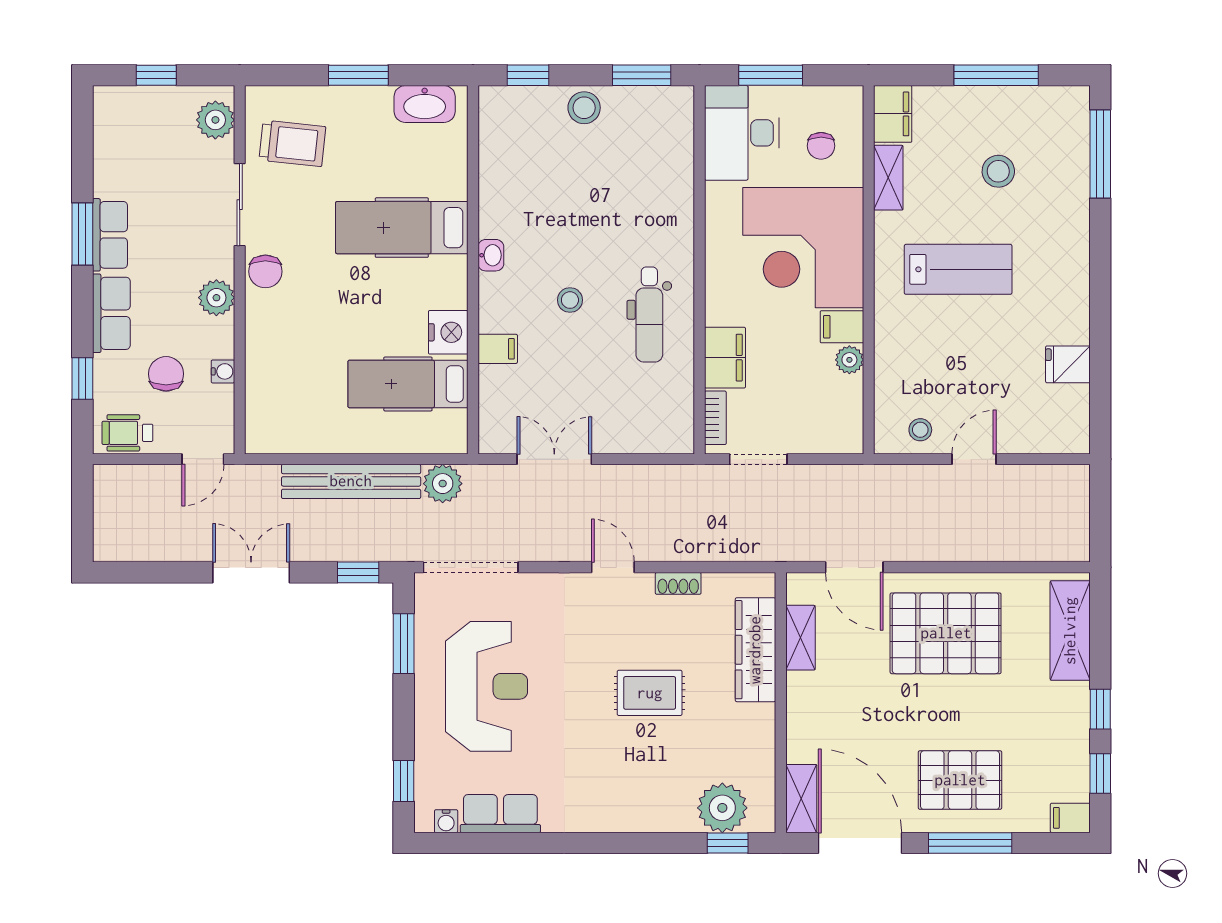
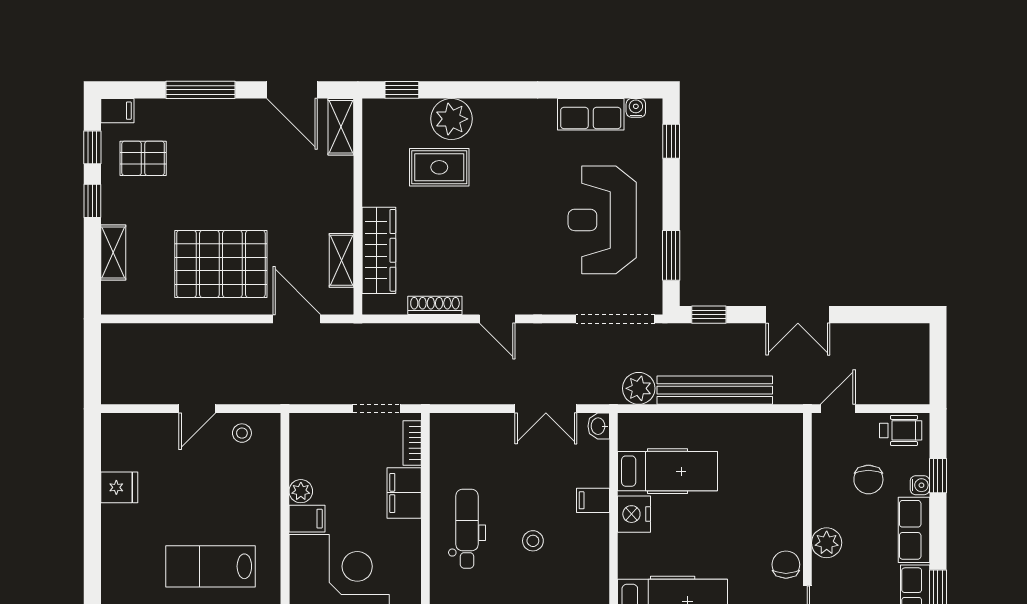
washbasin: (491, 255) -> (599, 426), moved
water cooler: (223, 371) -> (920, 485), moved, turned 180
shoe rack: (678, 583) -> (435, 305), width x1.43
shelving: (1070, 631) -> (113, 252), width x0.67, depth x0.75
rug: (650, 693) -> (439, 167), moved
pallet: (960, 780) -> (143, 158), moved, width x0.67, depth x0.71
plant: (722, 808) -> (451, 119), moved
door: (860, 843) -> (292, 90), width x0.73

